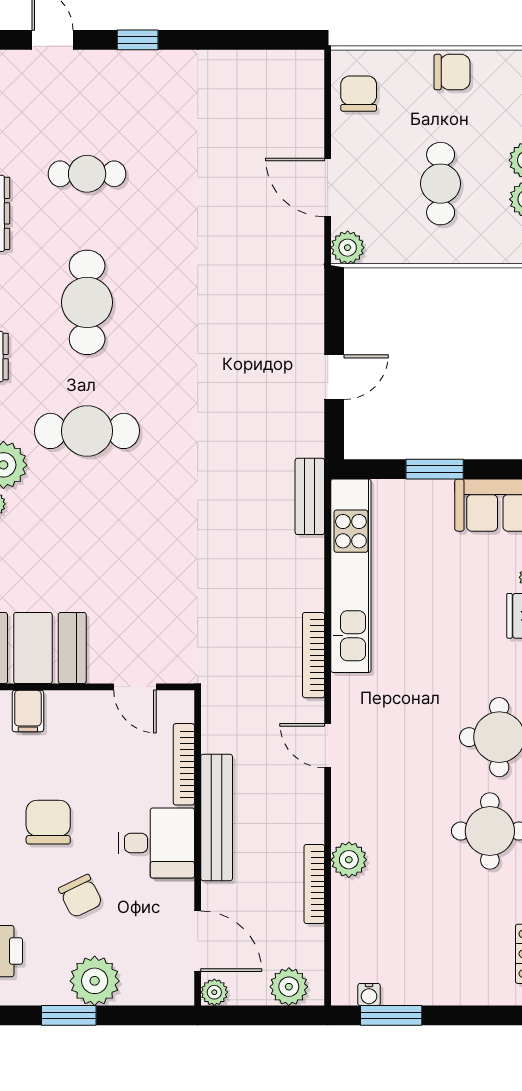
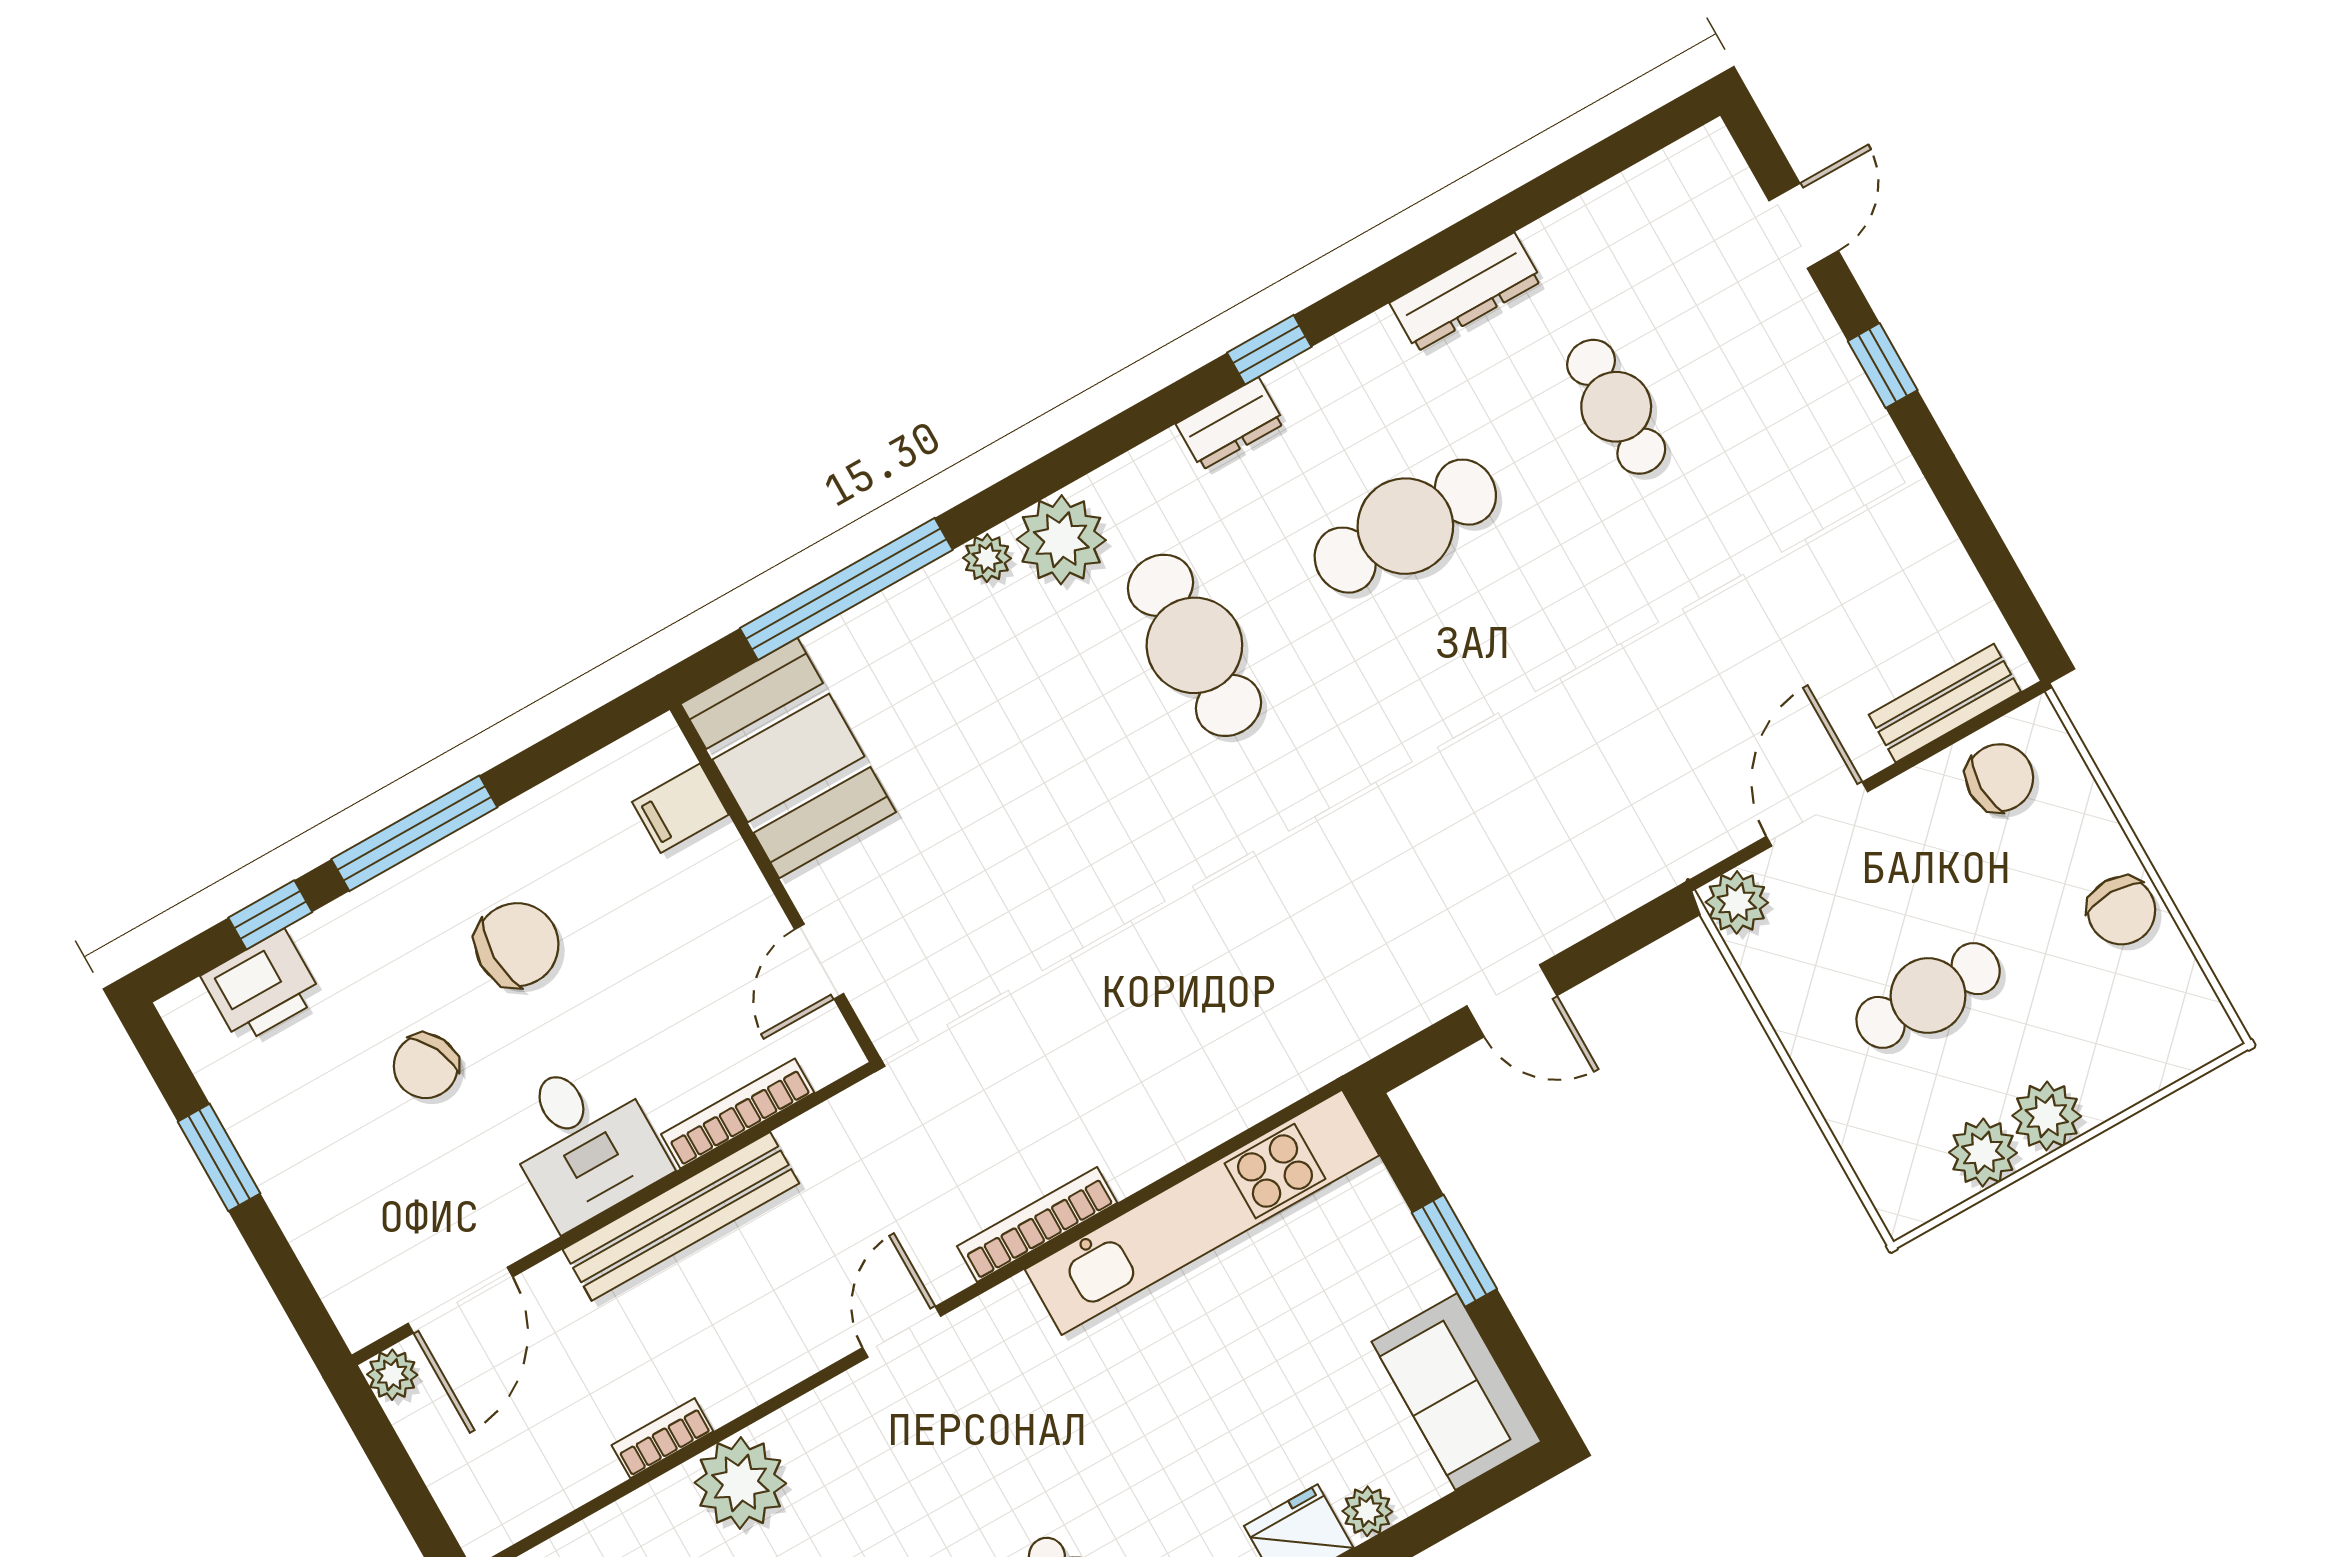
bench: (310, 496) -> (1945, 703), moved
plant: (349, 860) -> (740, 1483), width x1.36, depth x1.36
bookcase: (314, 884) -> (662, 1438), width x0.64
plant: (95, 981) -> (300, 1168), removed
plant: (289, 987) -> (470, 1492), removed

